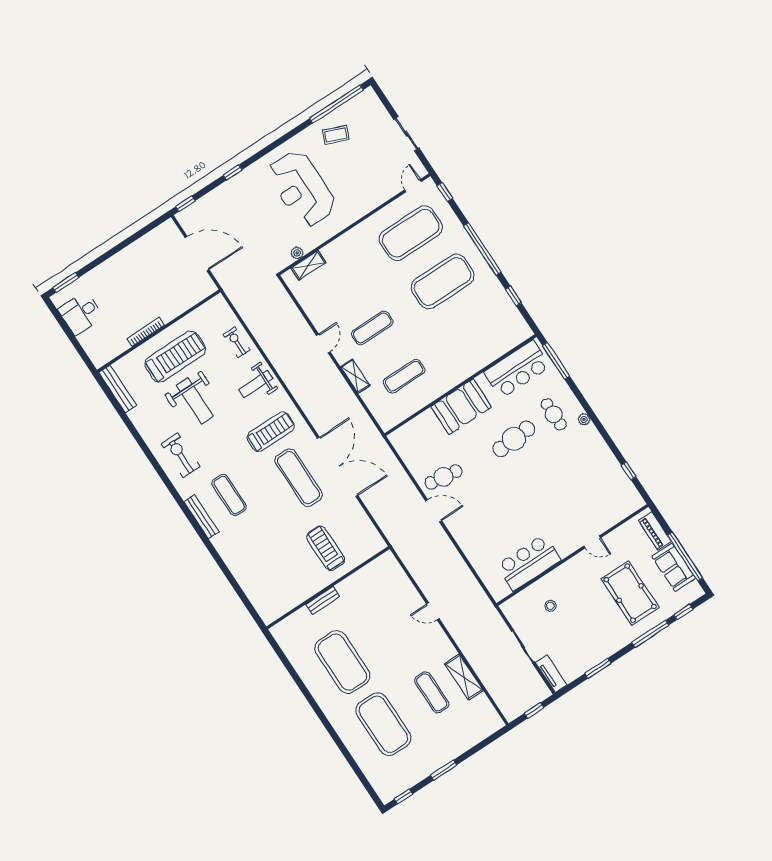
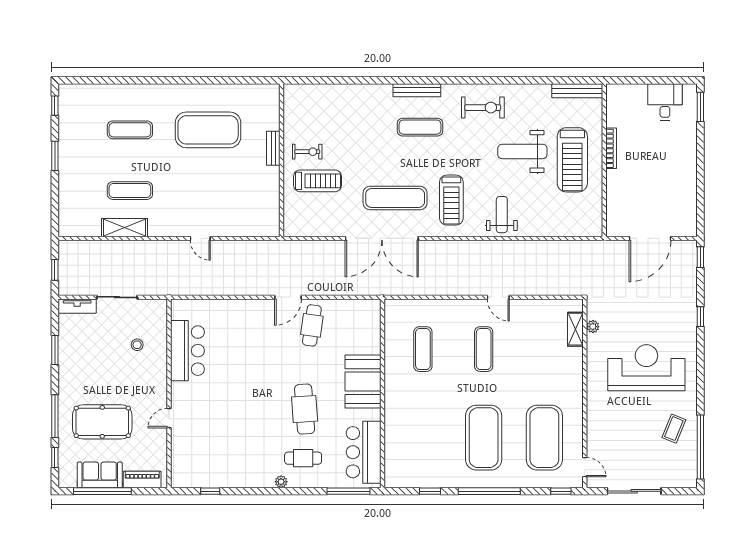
sliding door: (406, 134) -> (634, 491), width x1.37
exercise bike: (237, 342) -> (307, 152), moved
shelving: (355, 376) -> (451, 306), removed
door: (433, 611) -> (200, 238), swing flipped
exercise mat: (383, 724) -> (130, 130), width x0.50, depth x0.69

